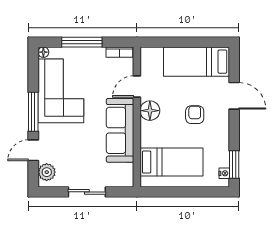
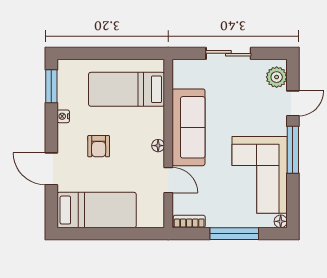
door: (137, 86) -> (168, 180), hinge flipped
floor lamp: (150, 111) -> (158, 146), width x0.53, depth x0.53
nightstand: (224, 173) -> (63, 116), moved

